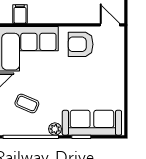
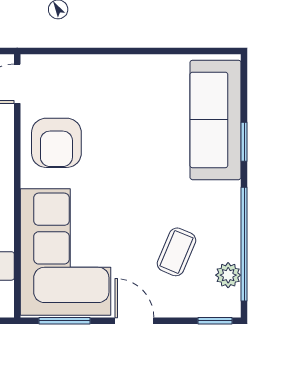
plant: (55, 129) -> (228, 275), moved

